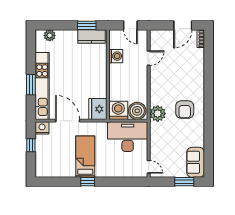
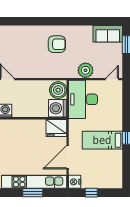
plant: (158, 114) -> (85, 70), moved

